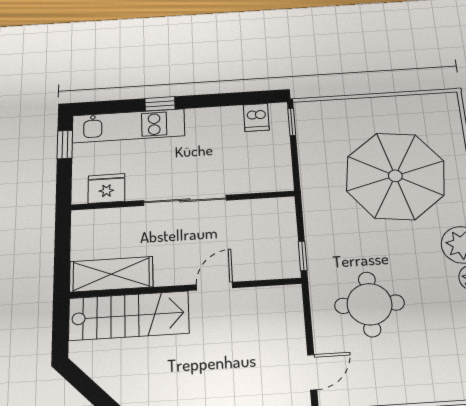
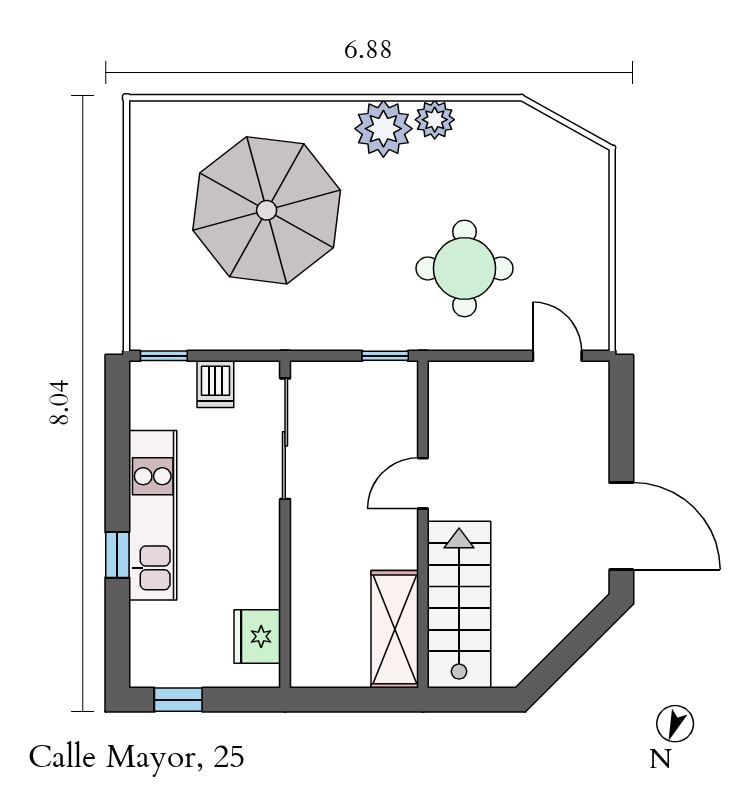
dishwasher: (256, 118) -> (215, 384), moved, turned 90
kitchen unit: (128, 126) -> (153, 515), moved
sliding door: (185, 200) -> (285, 439), moved
door: (215, 286) -> (423, 483), hinge flipped

